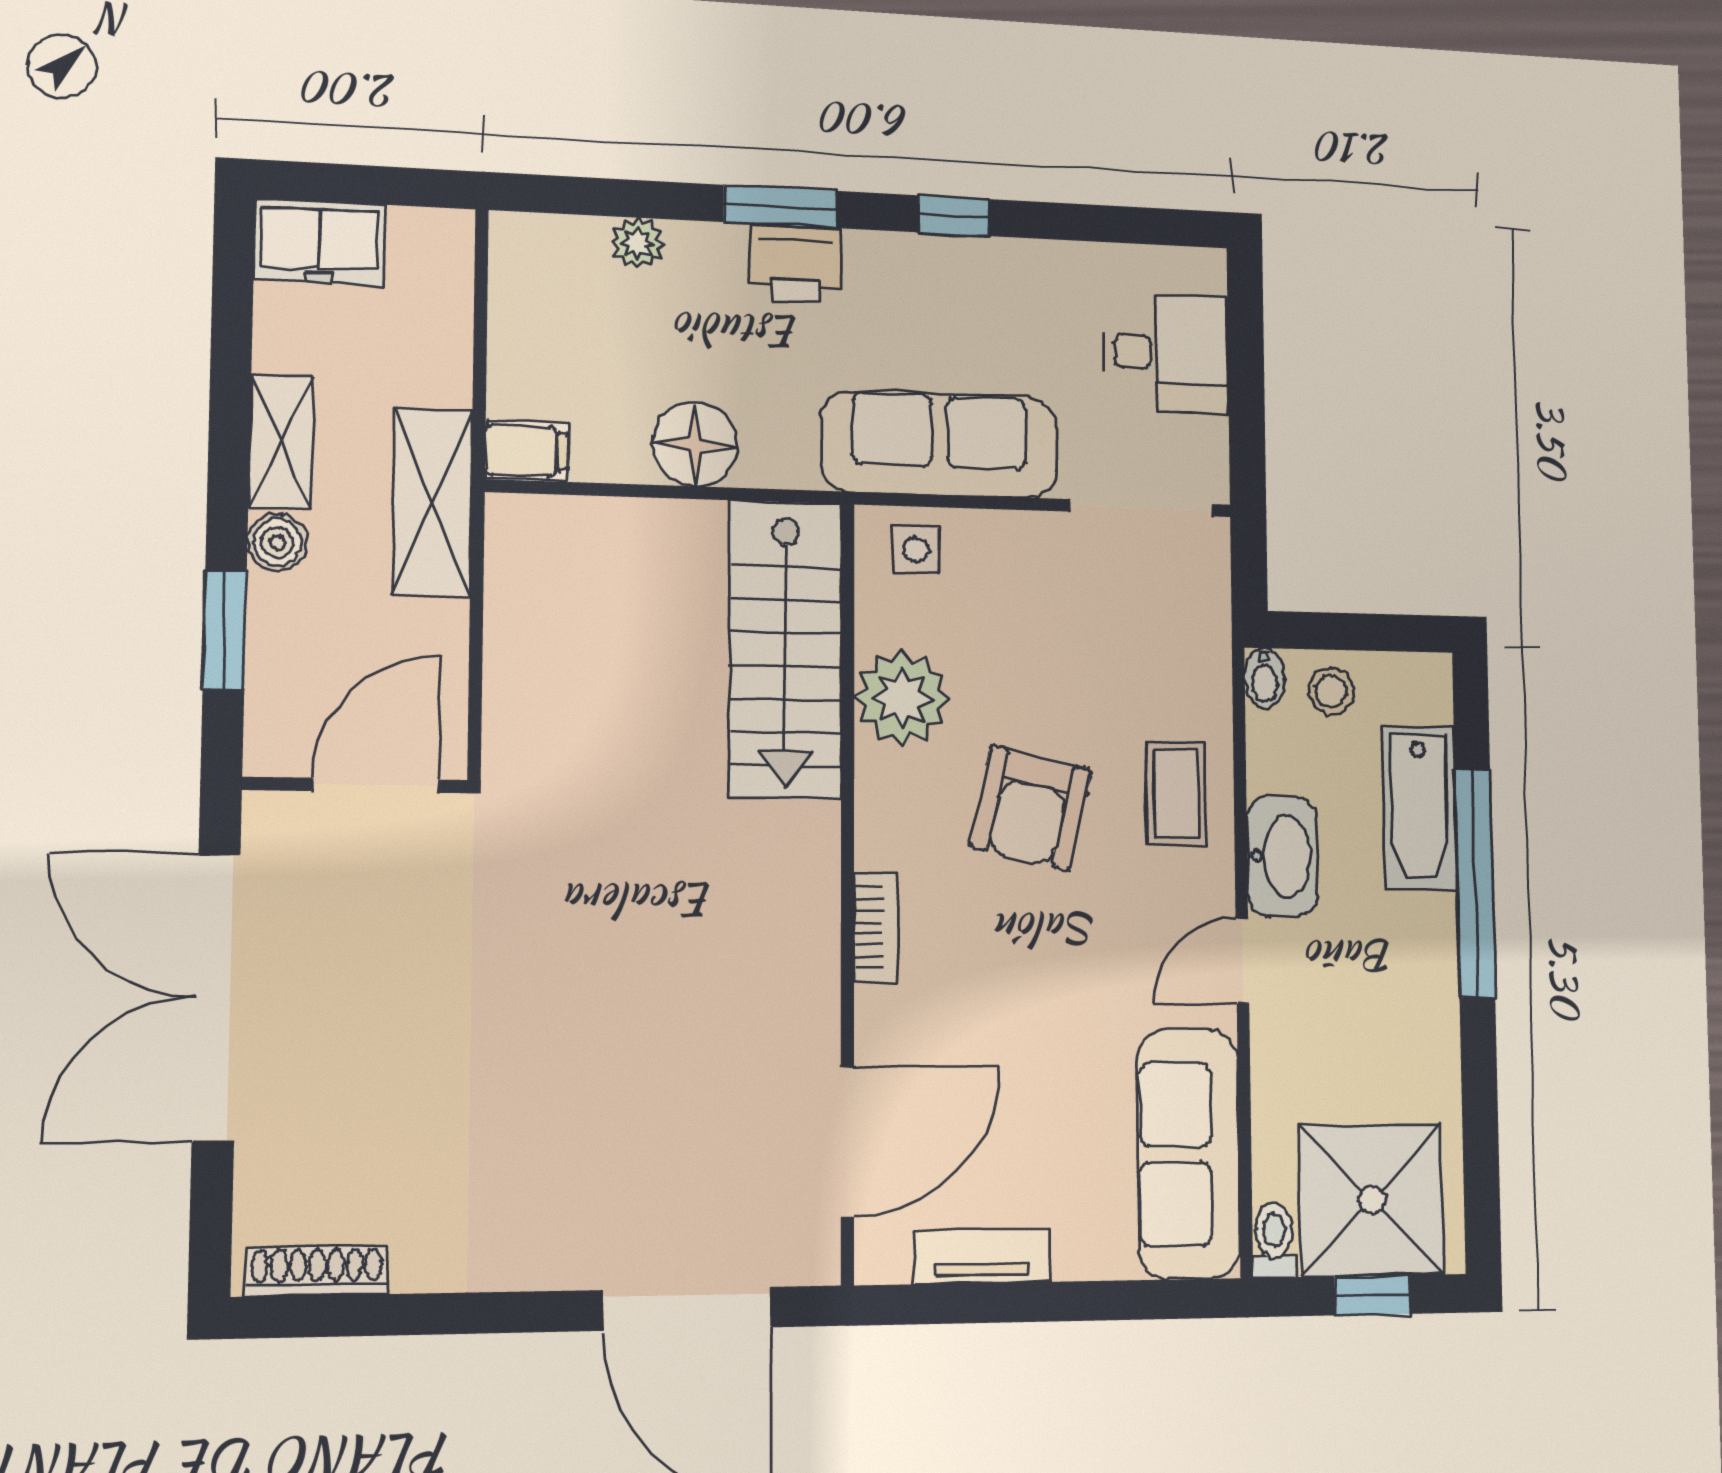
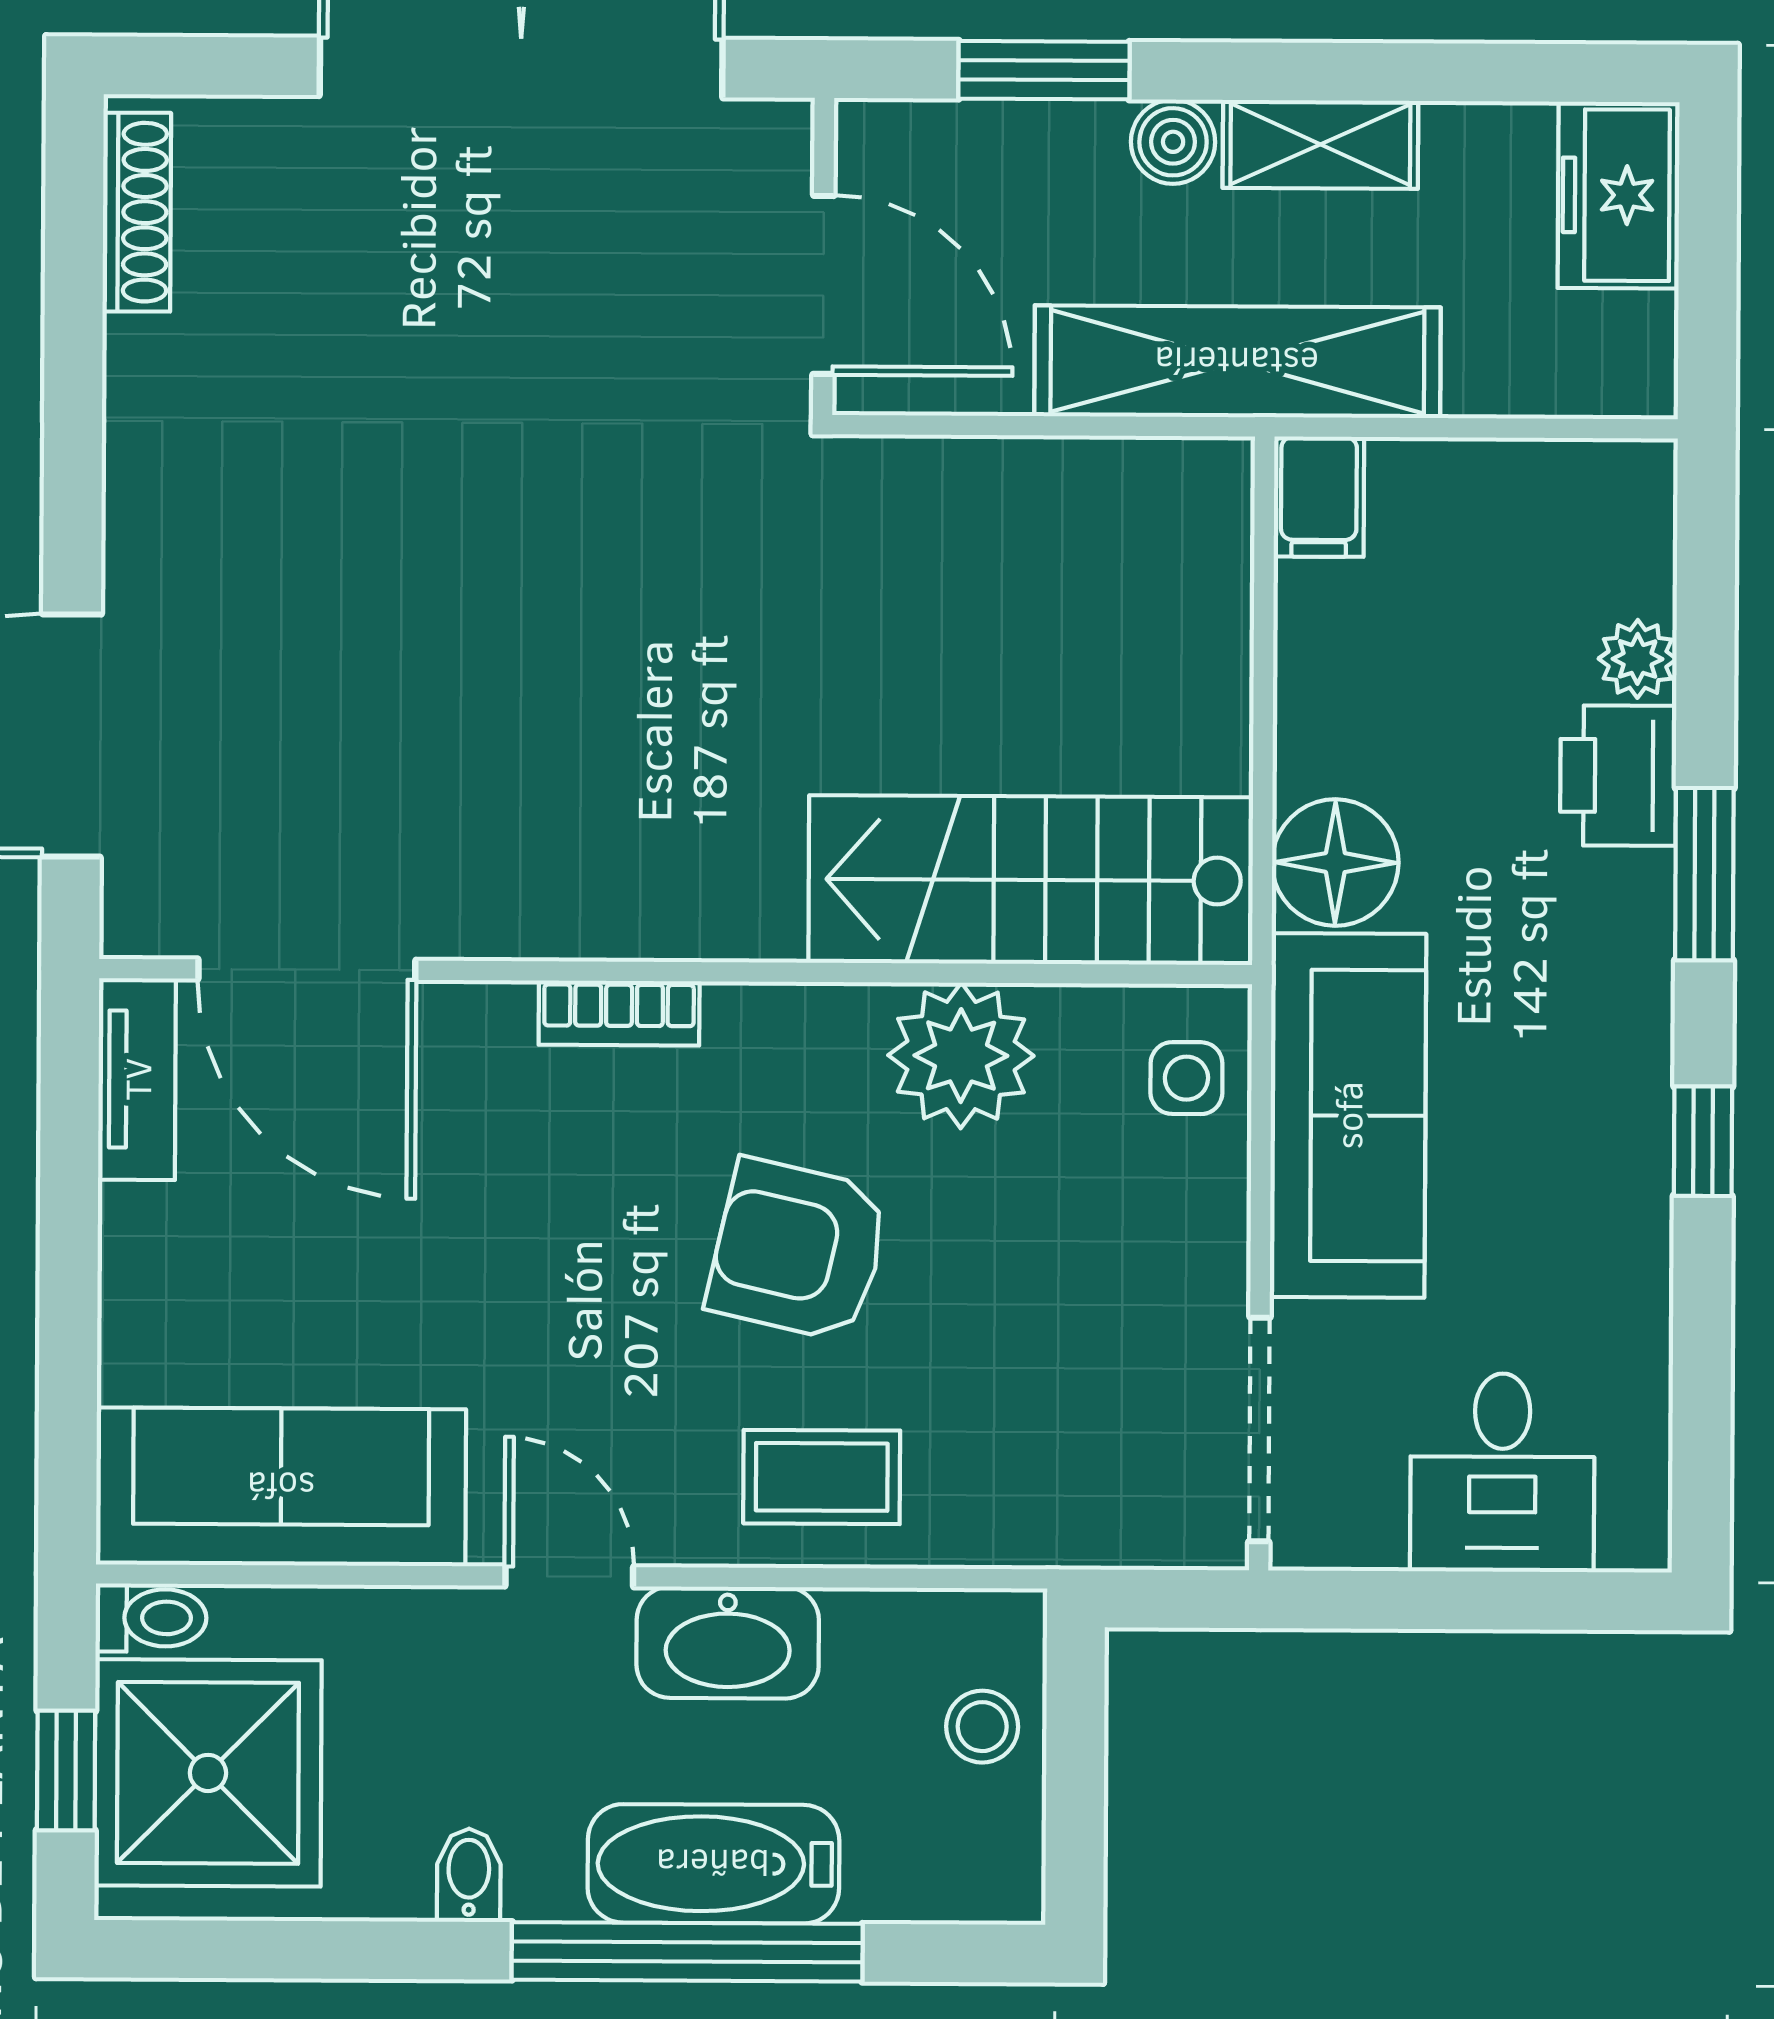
printer: (796, 263) -> (1618, 776), moved
floor lamp: (695, 444) -> (1335, 863), moved
shelving: (433, 503) -> (1237, 362), width x1.47
bidet: (1264, 678) -> (469, 1875), moved, turned 90
bathtub: (1419, 808) -> (713, 1864), moved
tv unit: (982, 1256) -> (137, 1079), moved

